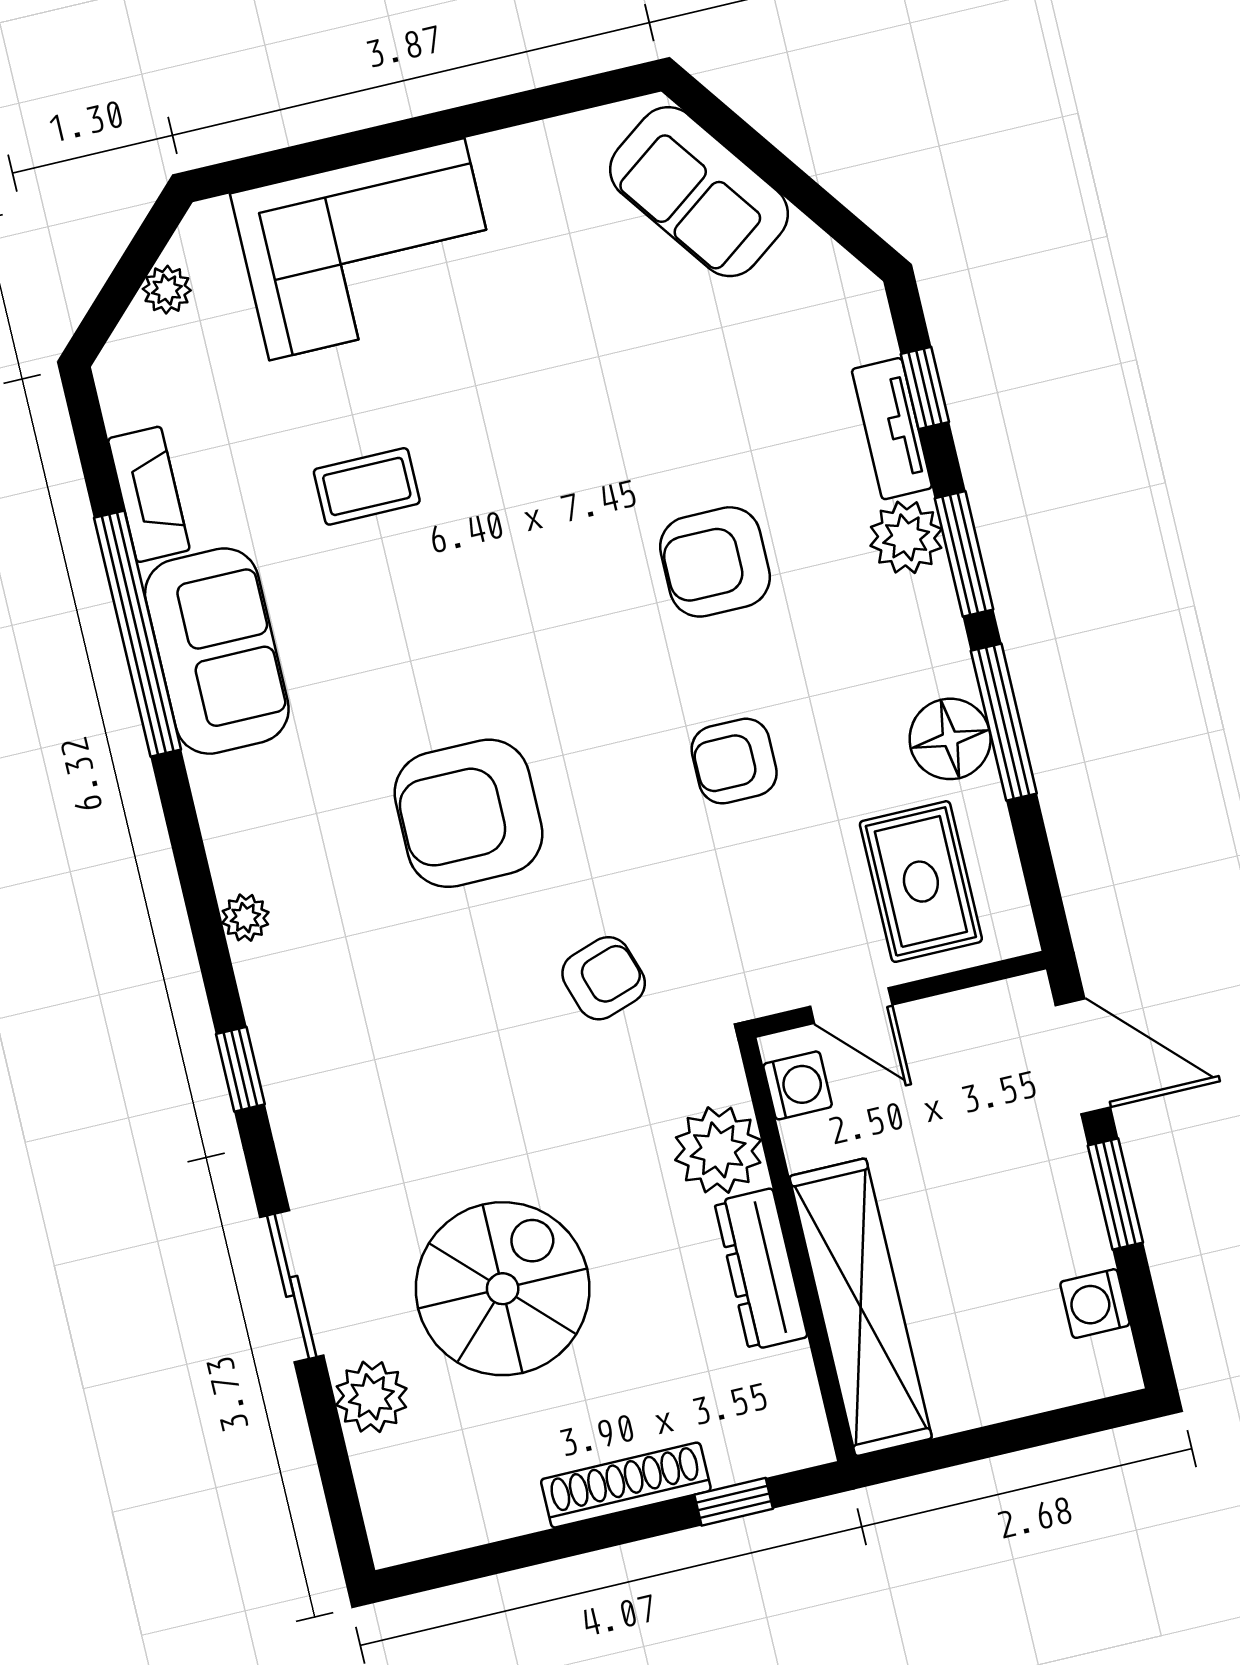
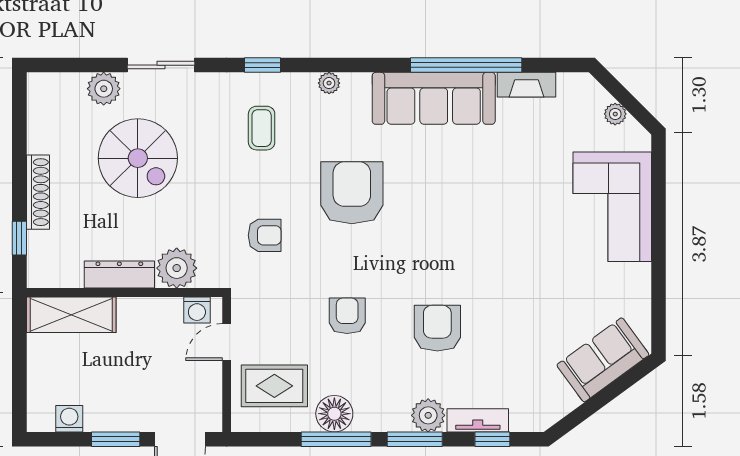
coffee table: (367, 486) -> (262, 128), moved
sofa: (217, 651) -> (434, 98), width x1.36
armchair: (604, 978) -> (265, 235), turned -72
shelving: (861, 1307) -> (71, 315), width x0.68

